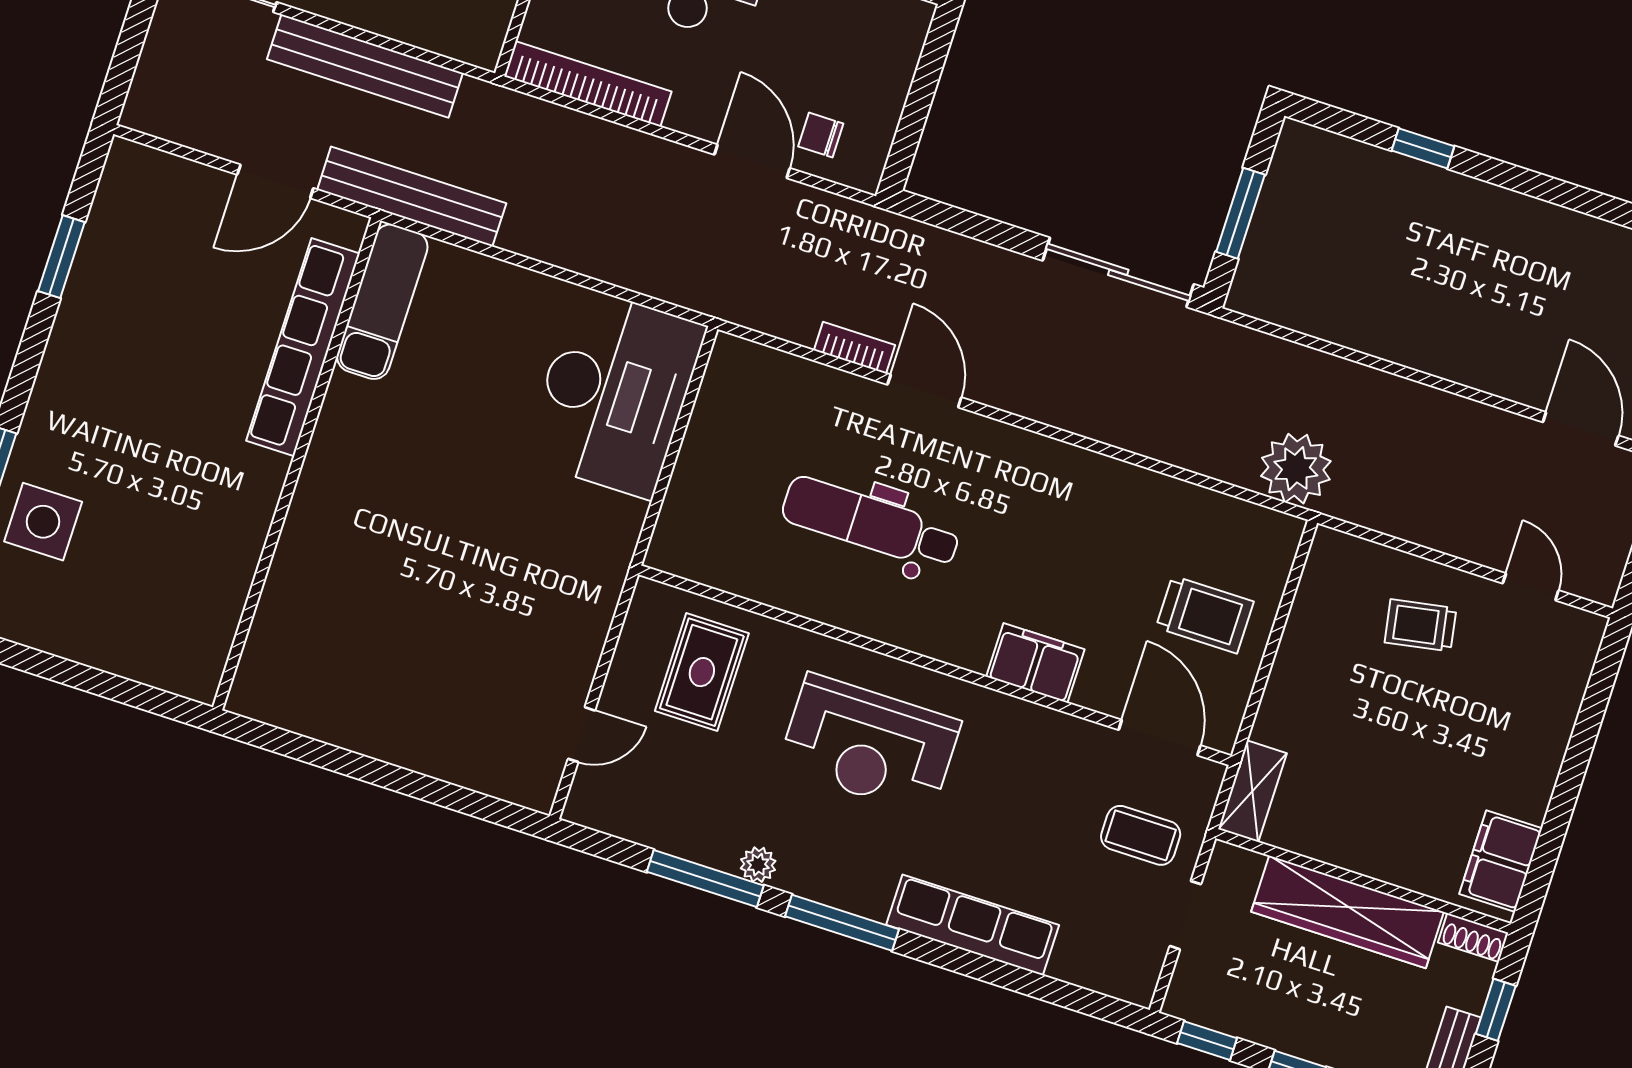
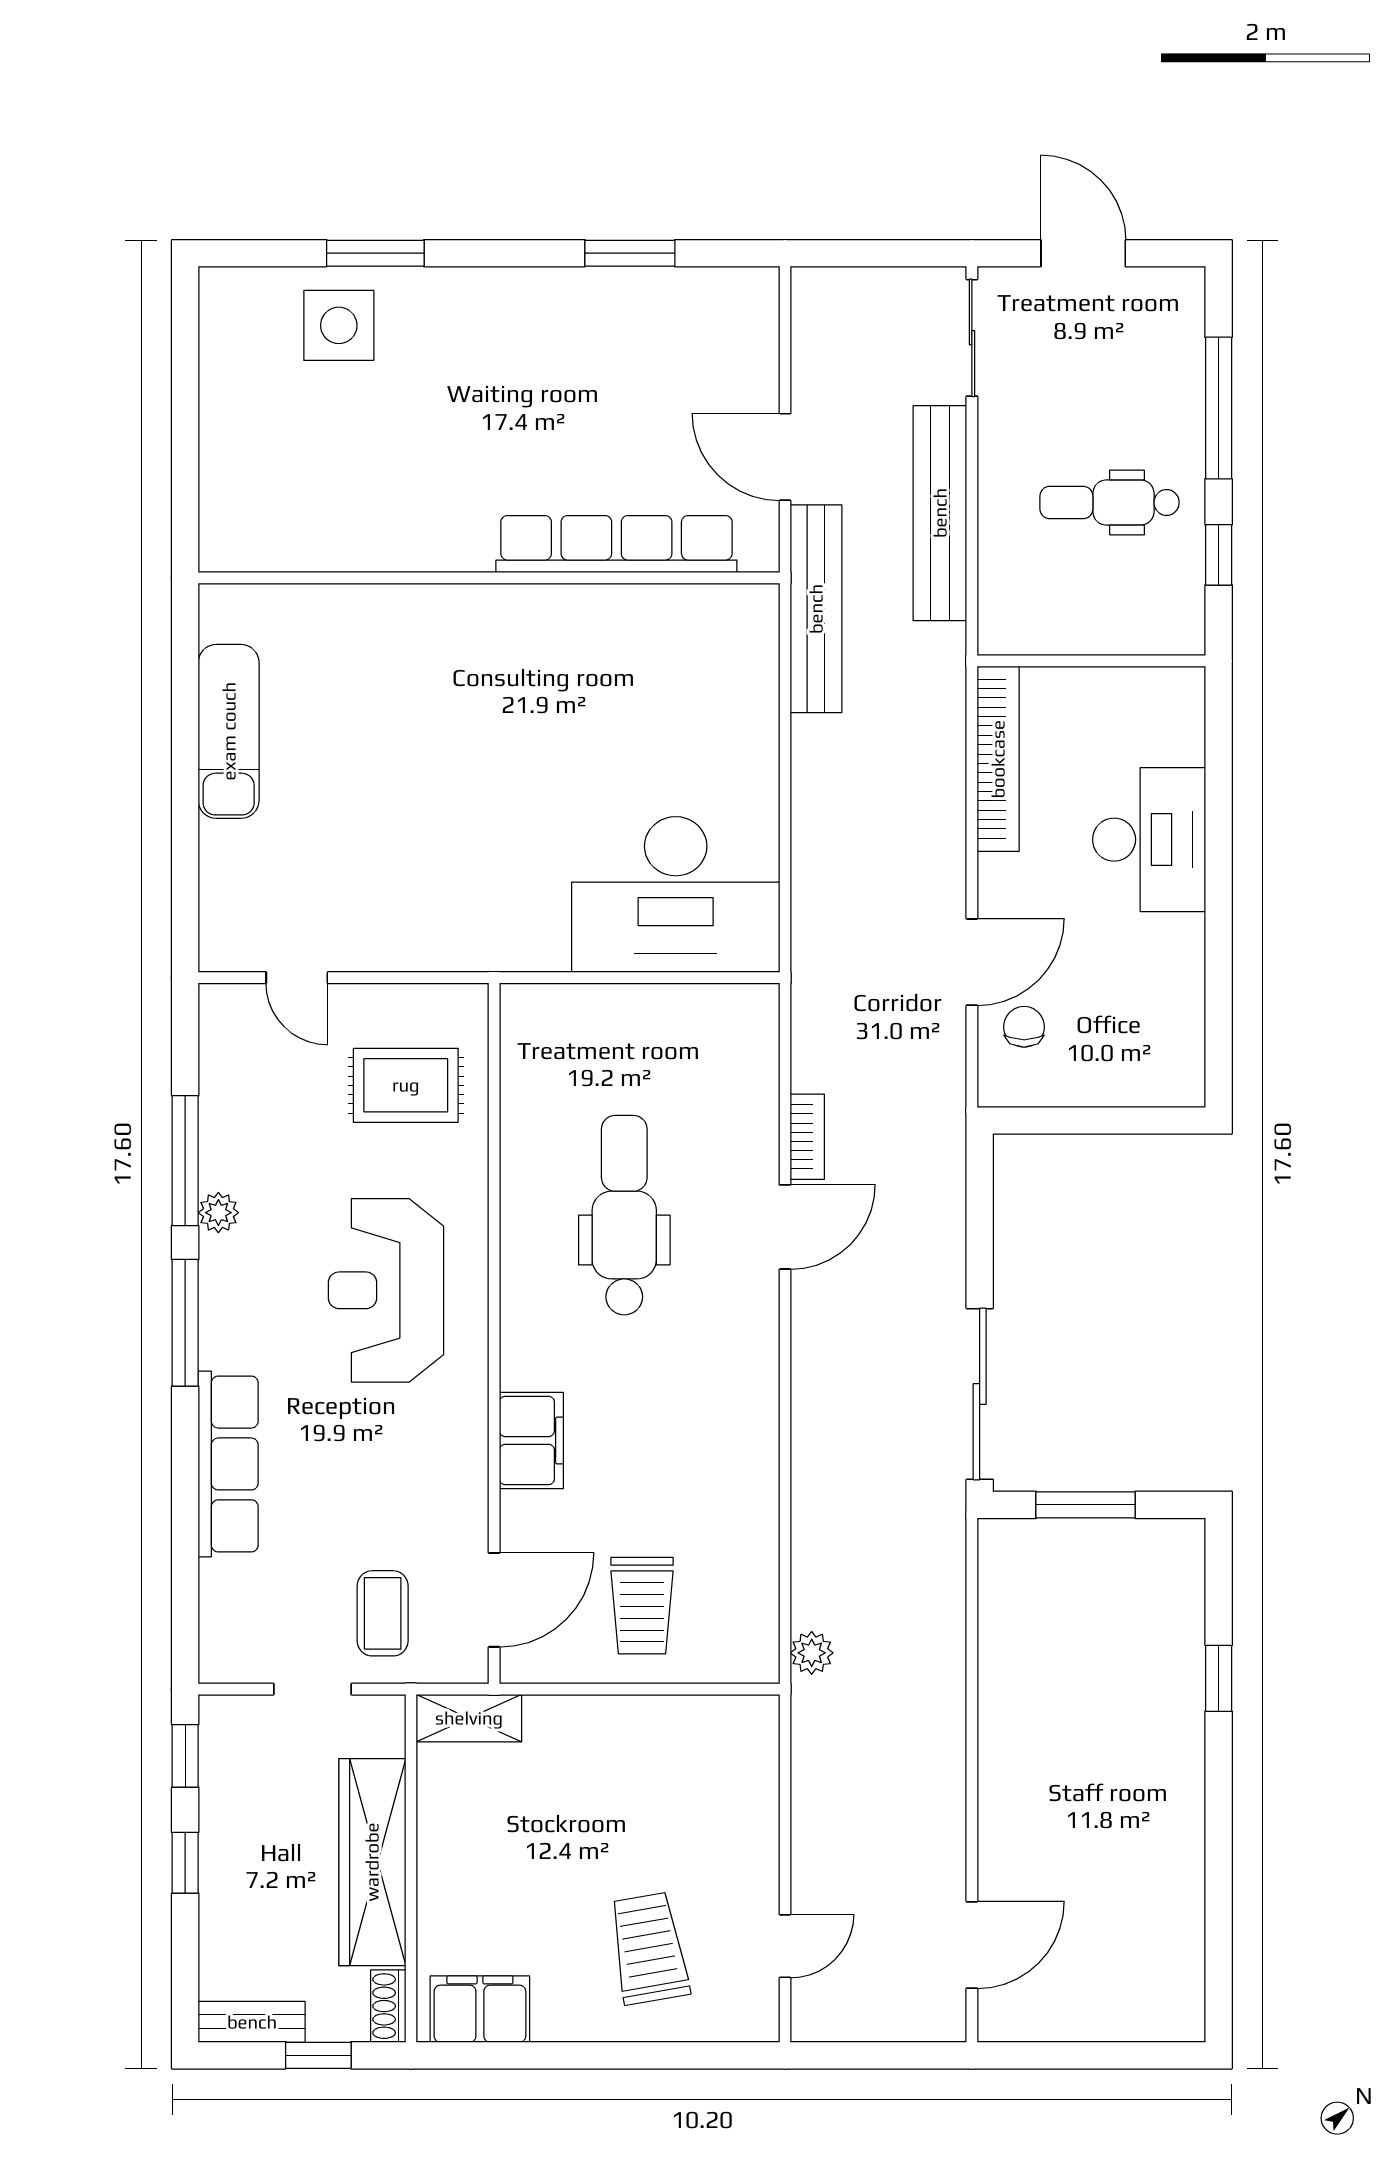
exam couch: (382, 302) -> (229, 731), moved, turned -90
plant: (1296, 469) -> (812, 1653), width x0.53, depth x0.53
trolley: (1421, 625) -> (649, 1948), moved, width x1.36, depth x1.39

